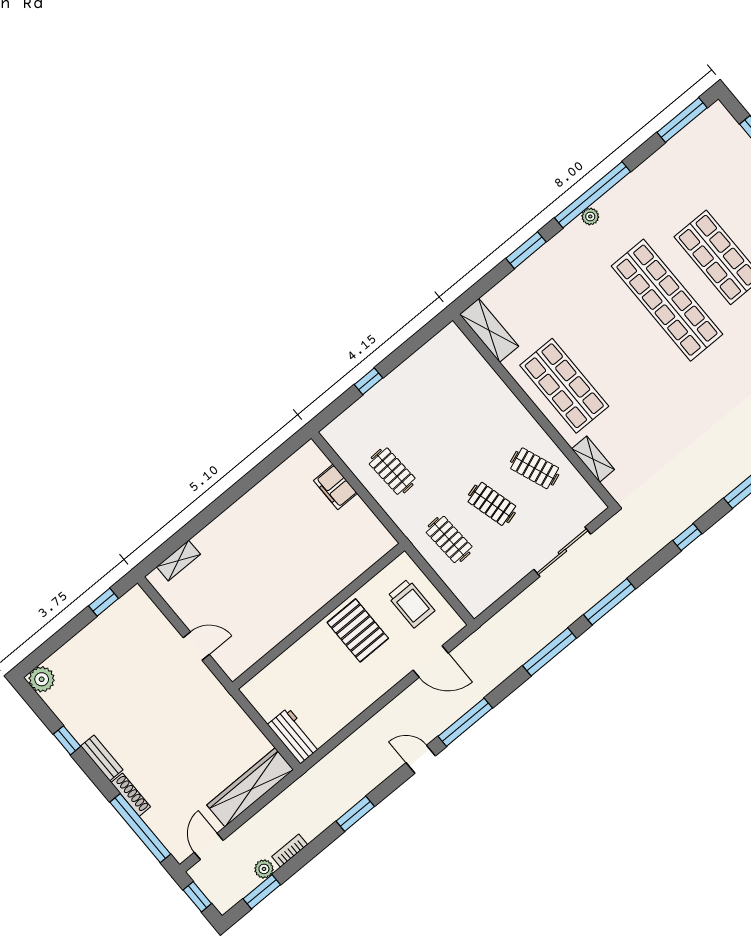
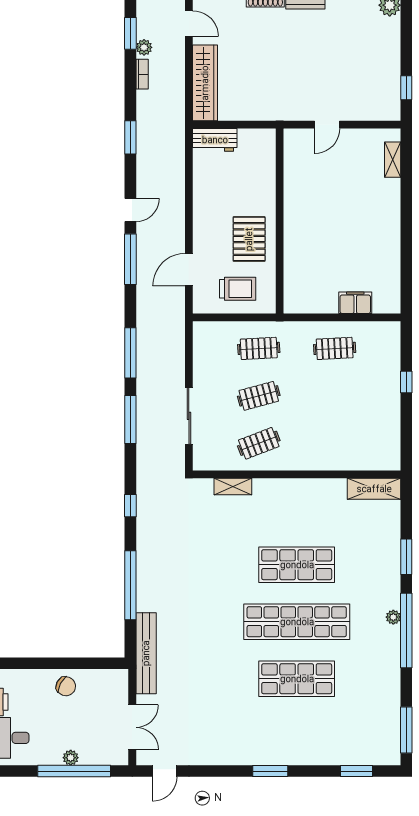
shop shelf: (564, 386) -> (297, 565), moved
trolley: (411, 603) -> (238, 289), turned 180
pallet: (358, 630) -> (249, 239), turned 90

